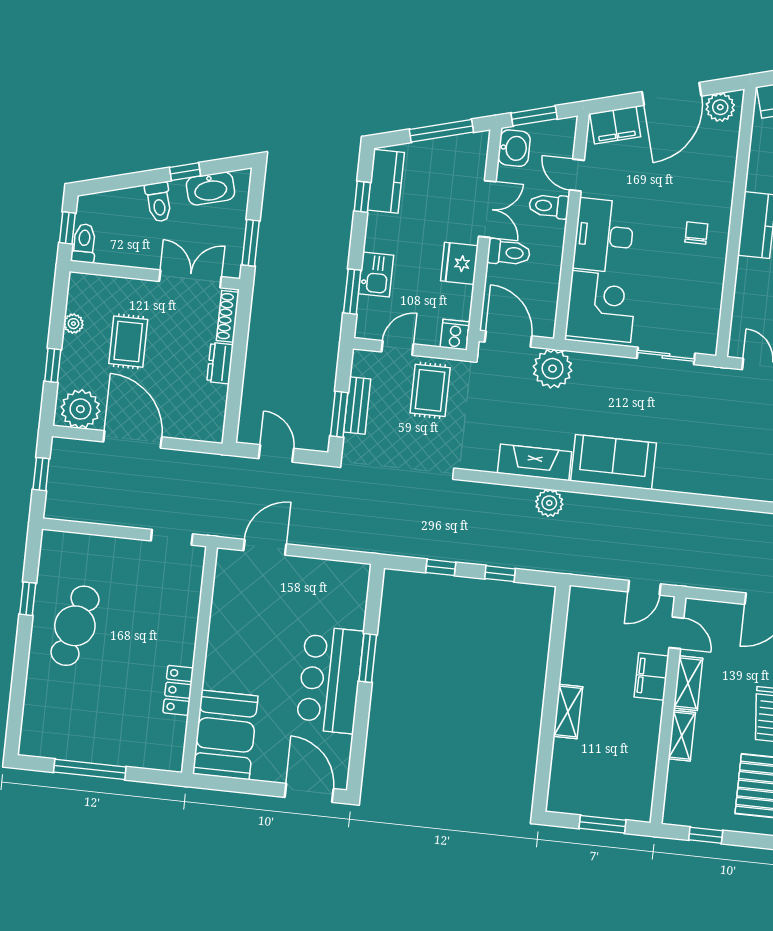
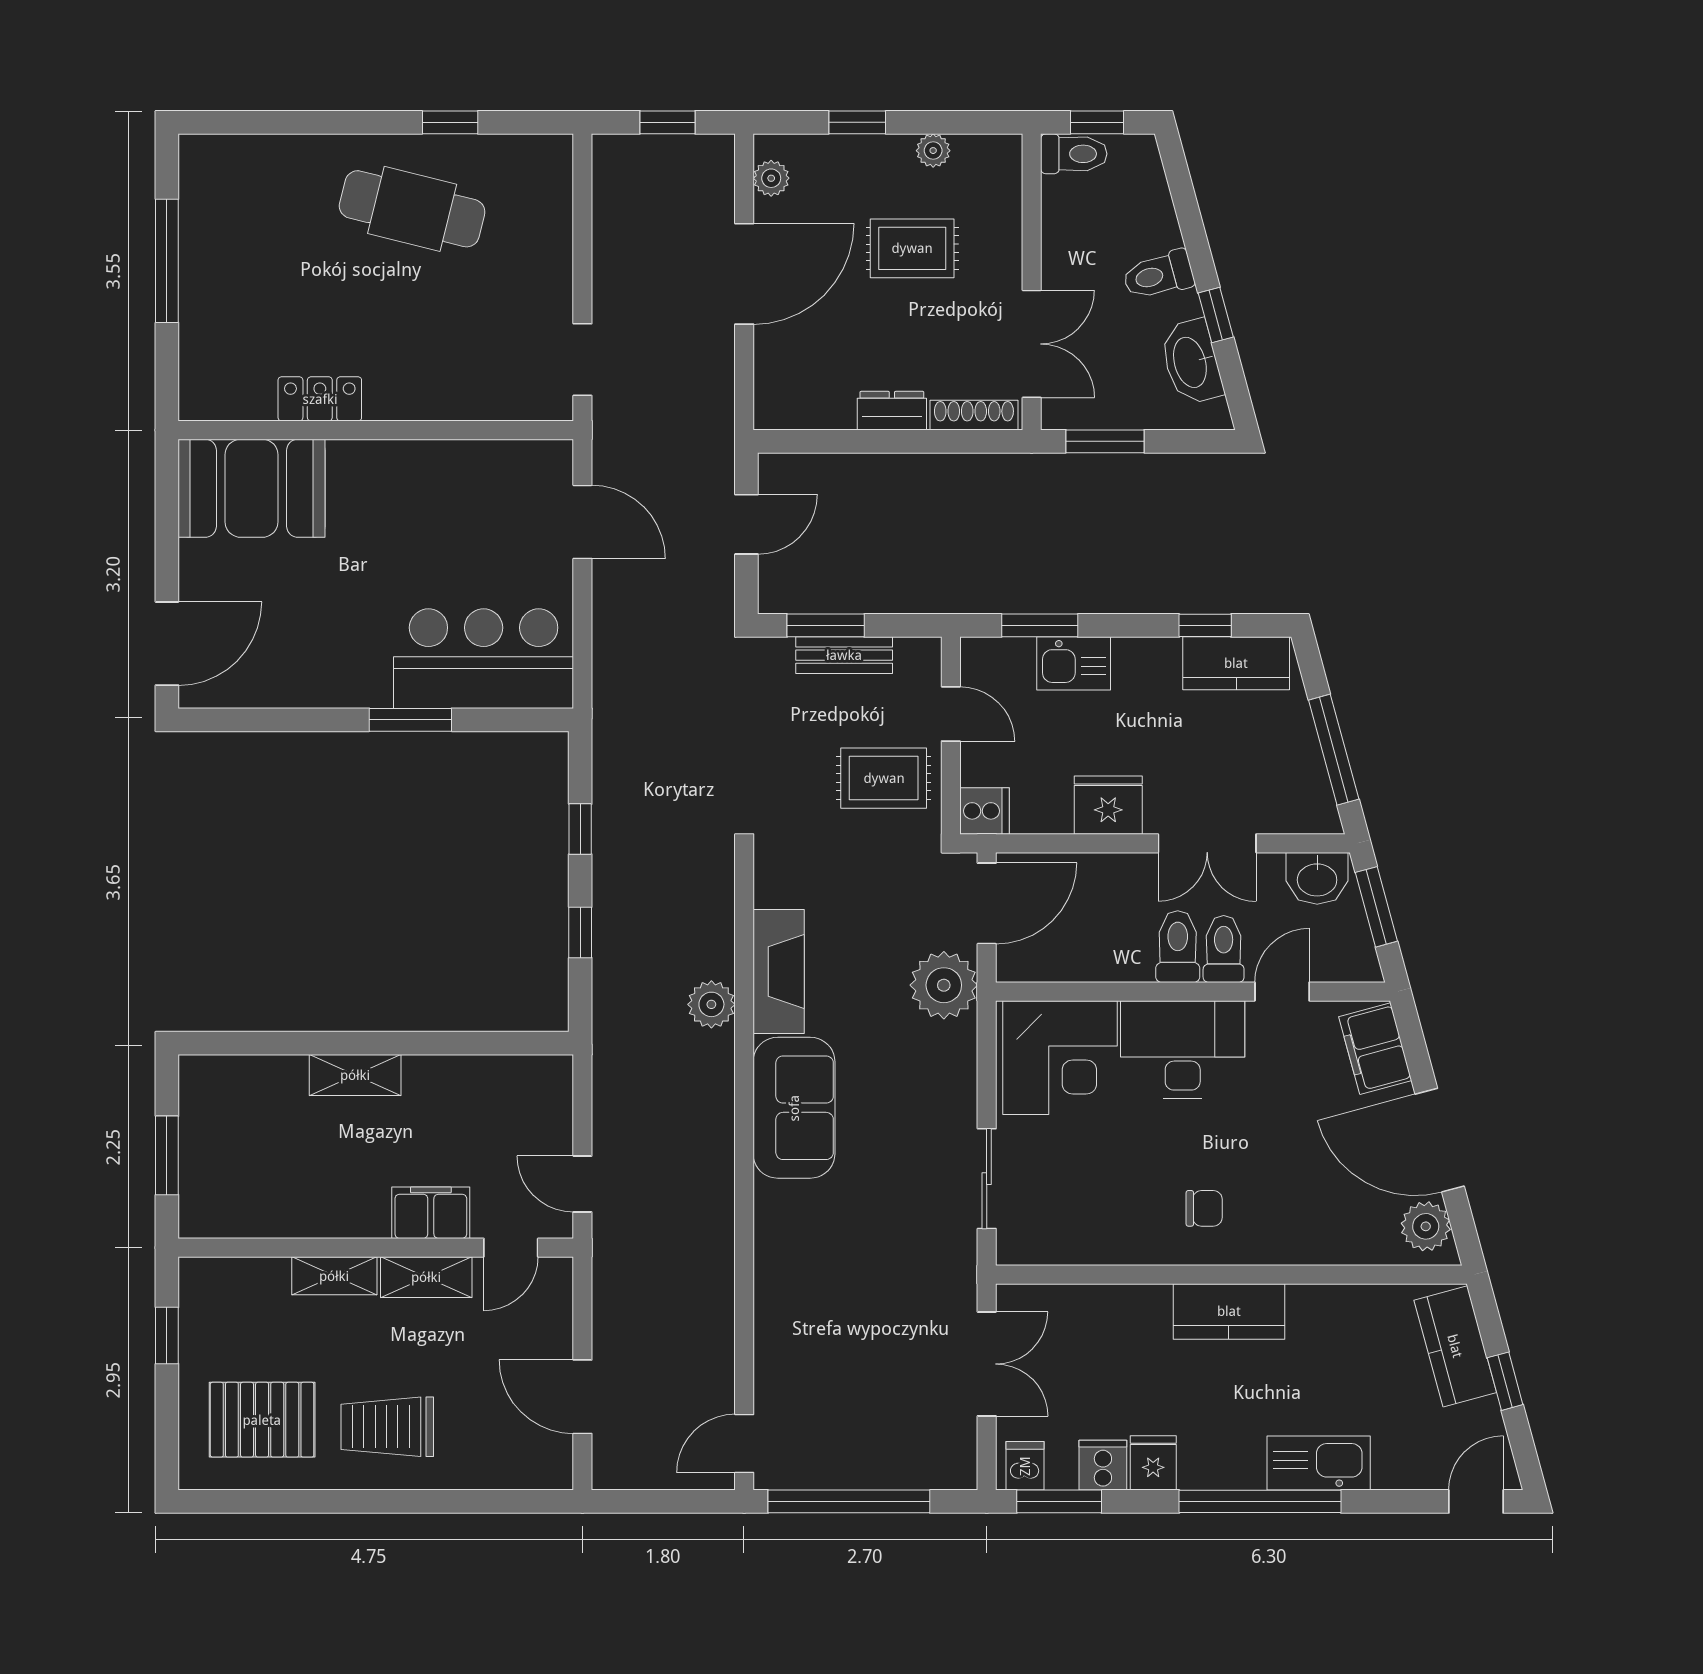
toilet: (509, 253) -> (1178, 947), moved, turned 180
plant: (80, 409) -> (771, 178), width x0.53, depth x0.53
bar counter: (330, 680) -> (484, 659), moved

